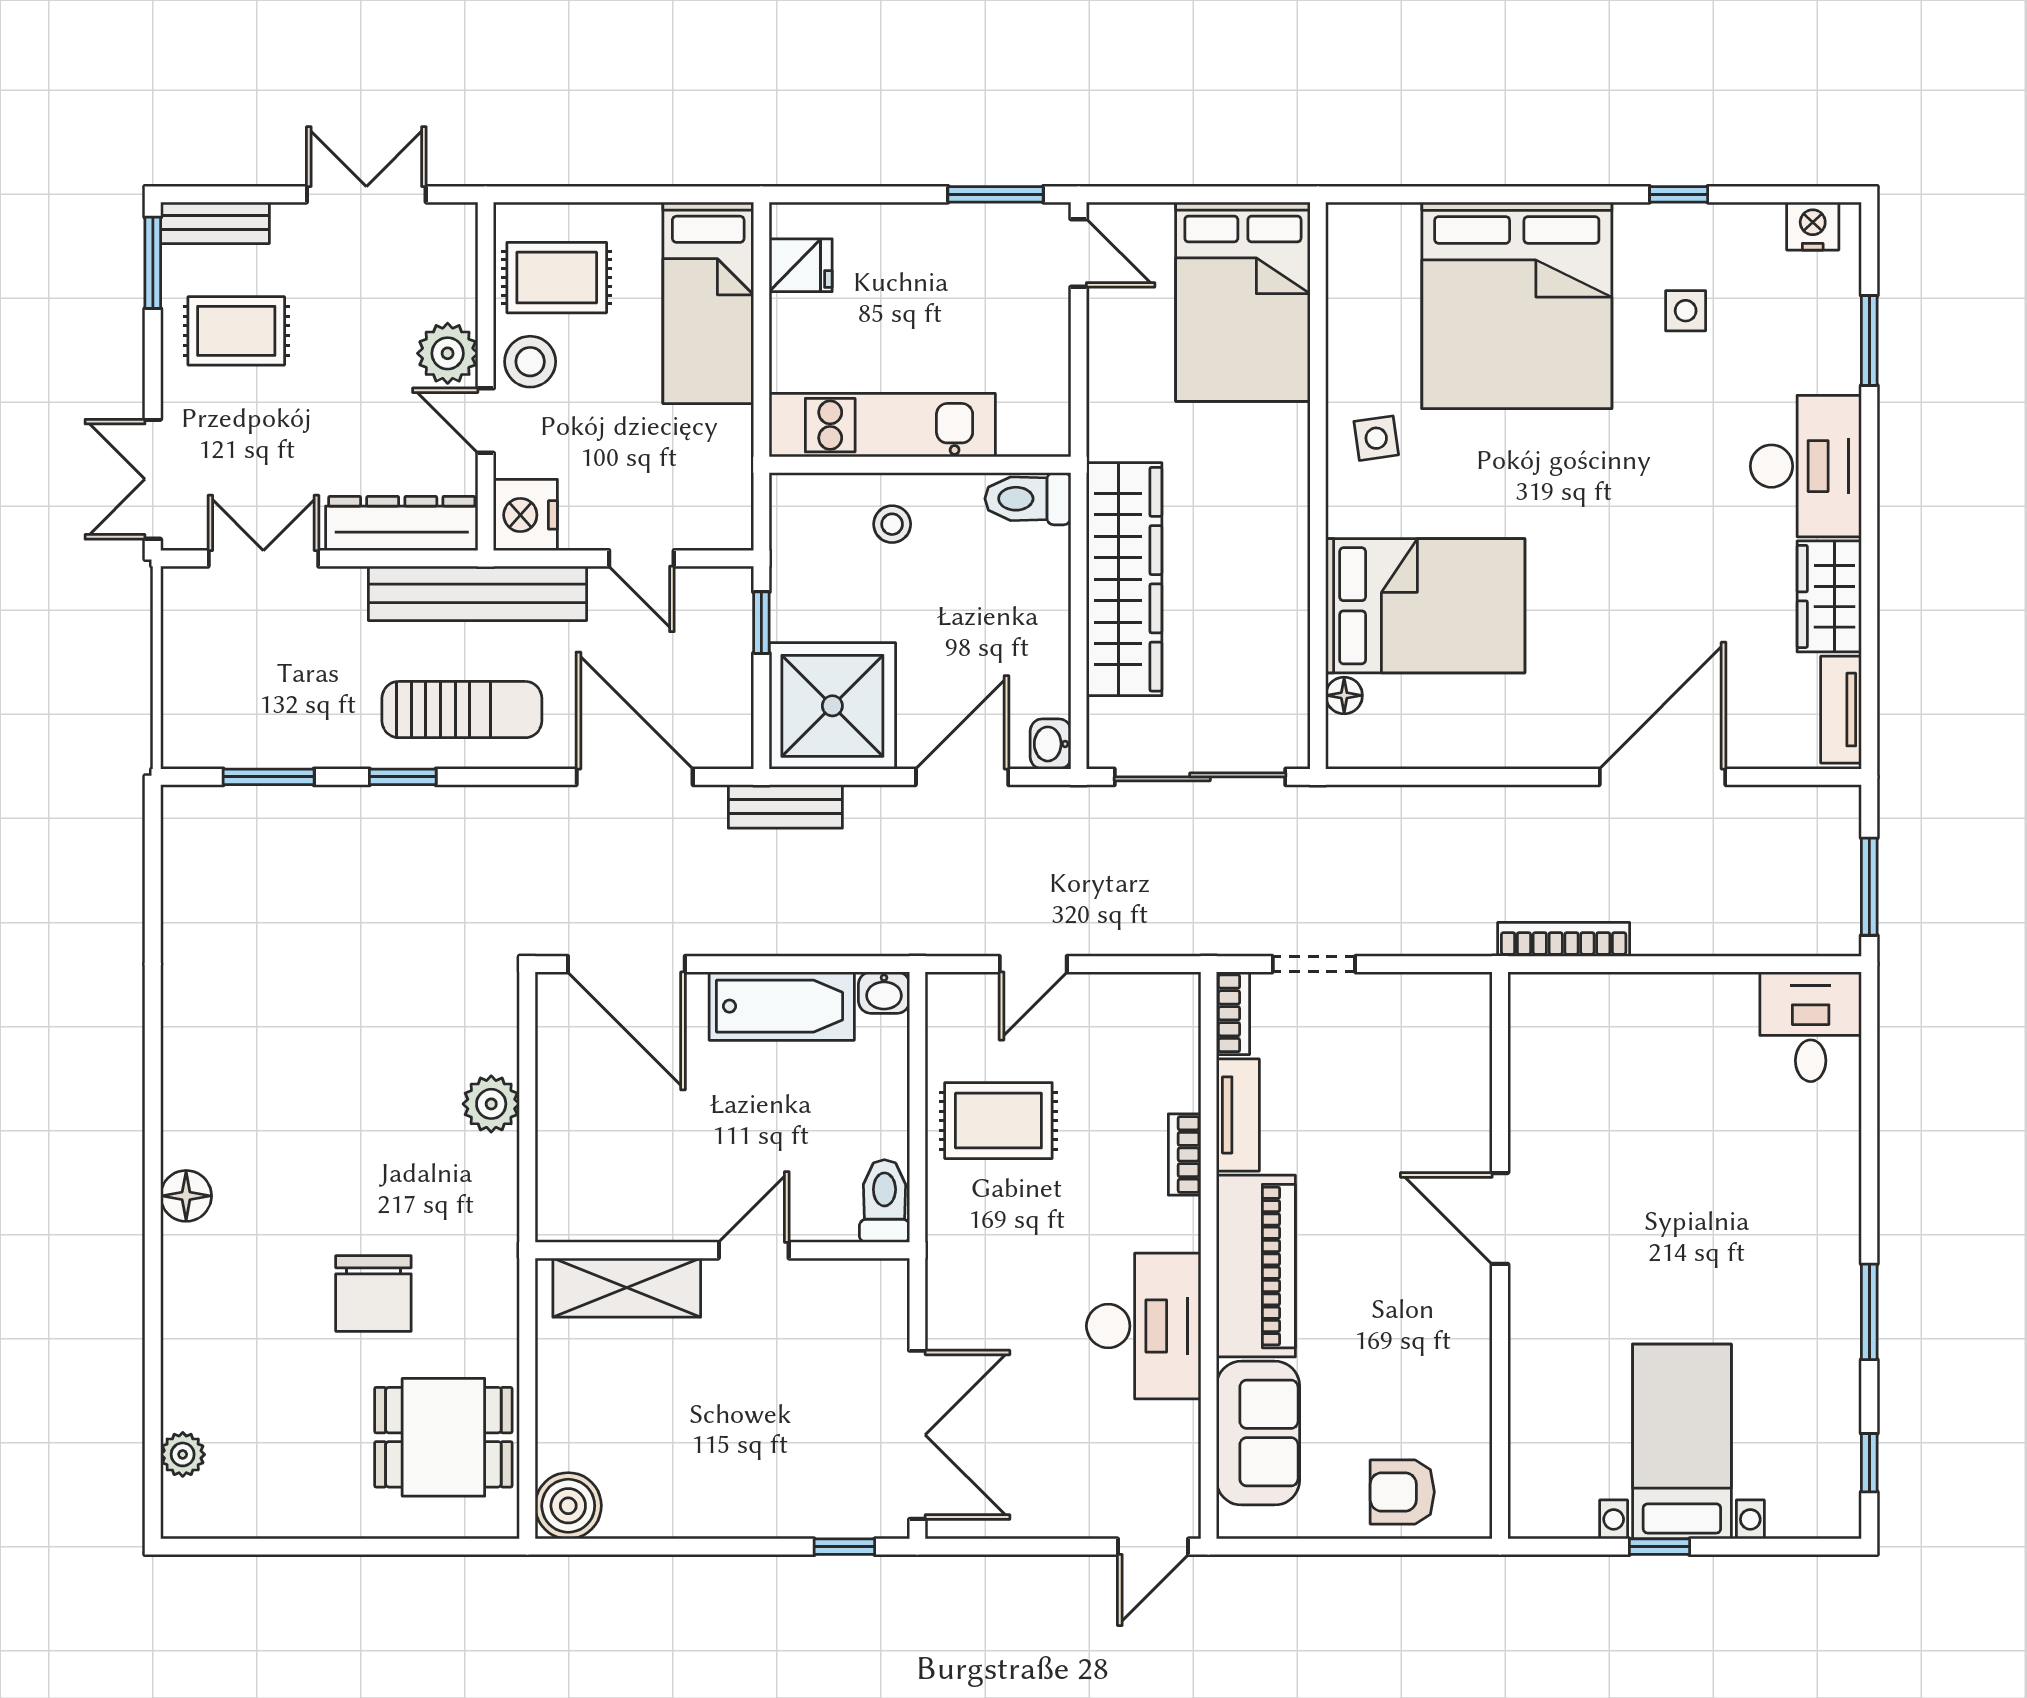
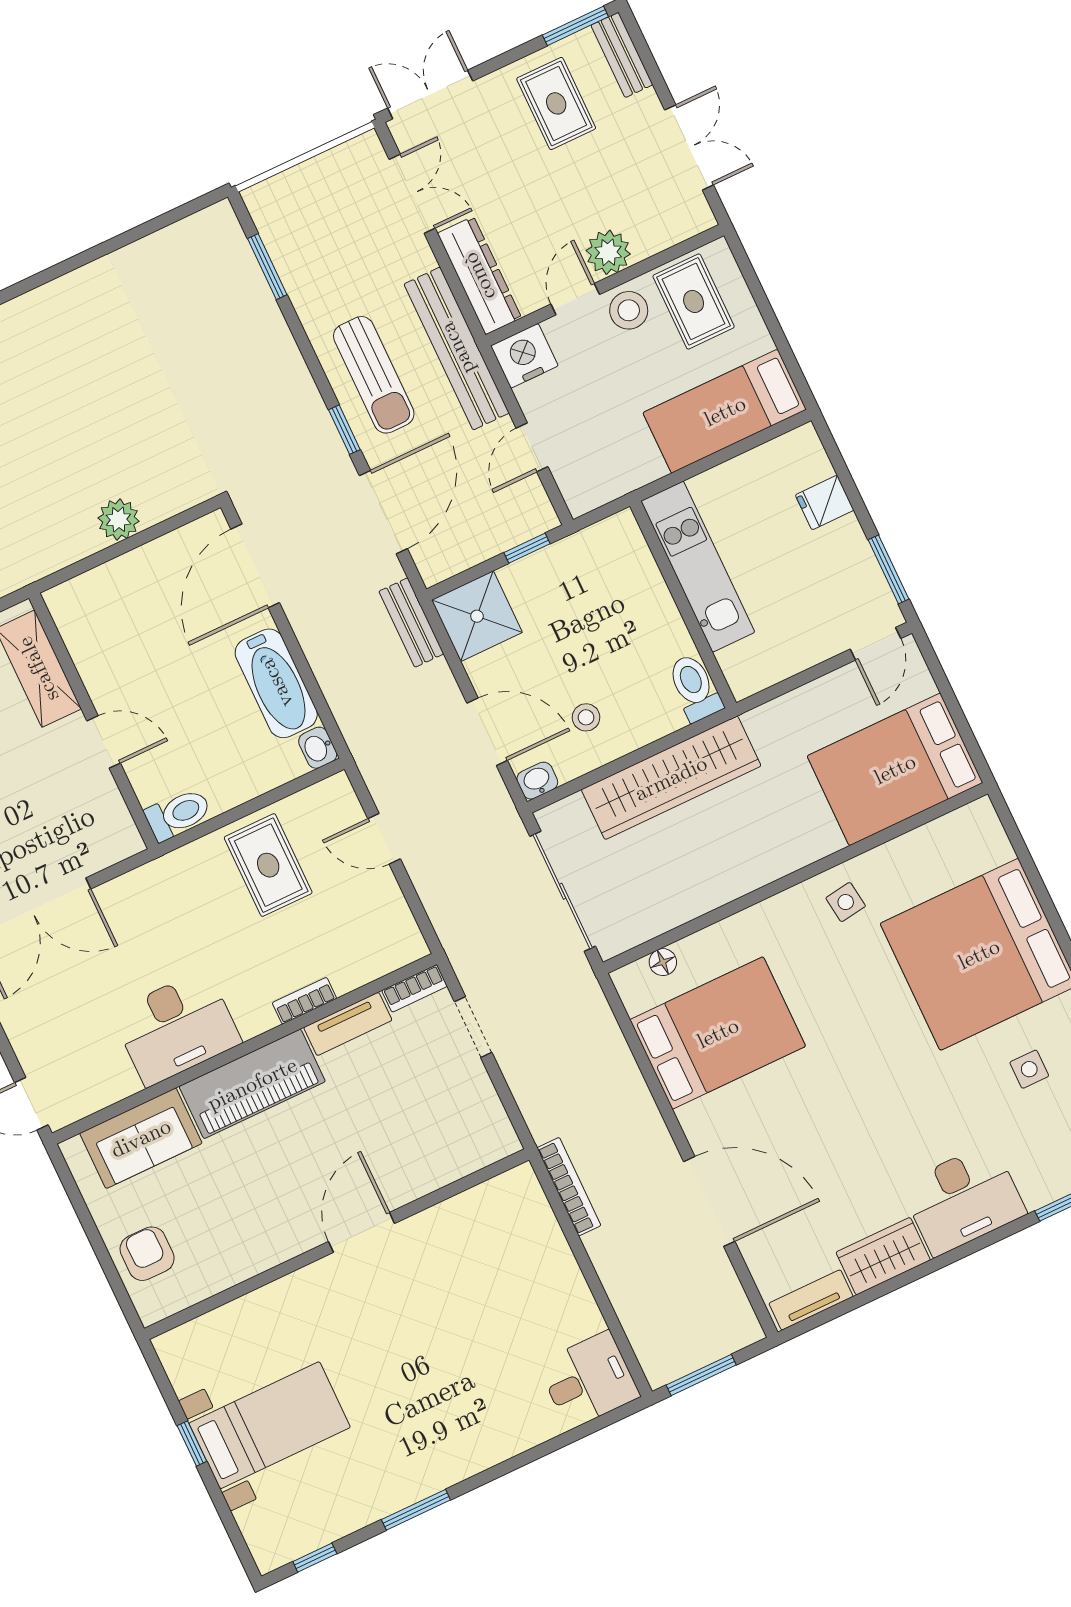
fridge: (801, 265) -> (825, 503), moved, turned 90
stool: (892, 524) -> (586, 717), moved
bed: (1425, 606) -> (718, 1033), moved, turned -90
shower: (832, 706) -> (477, 616), width x0.73, depth x0.73
window: (403, 777) -> (344, 430), moved

